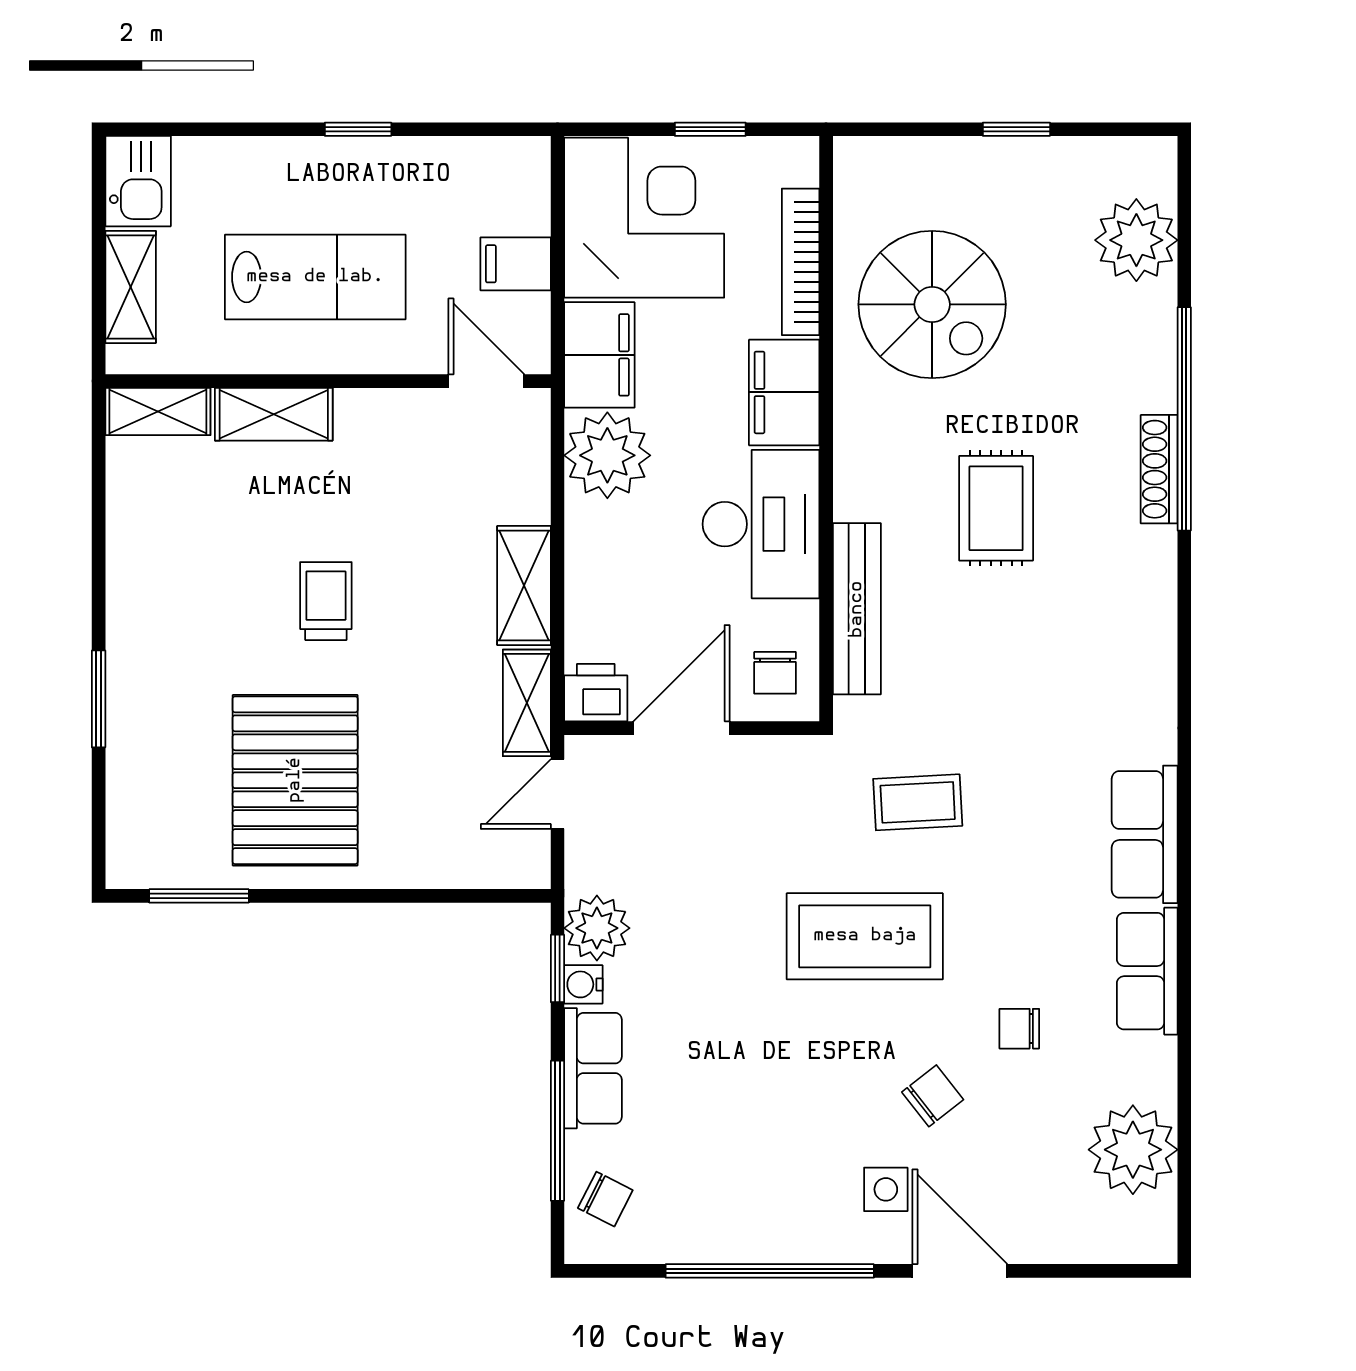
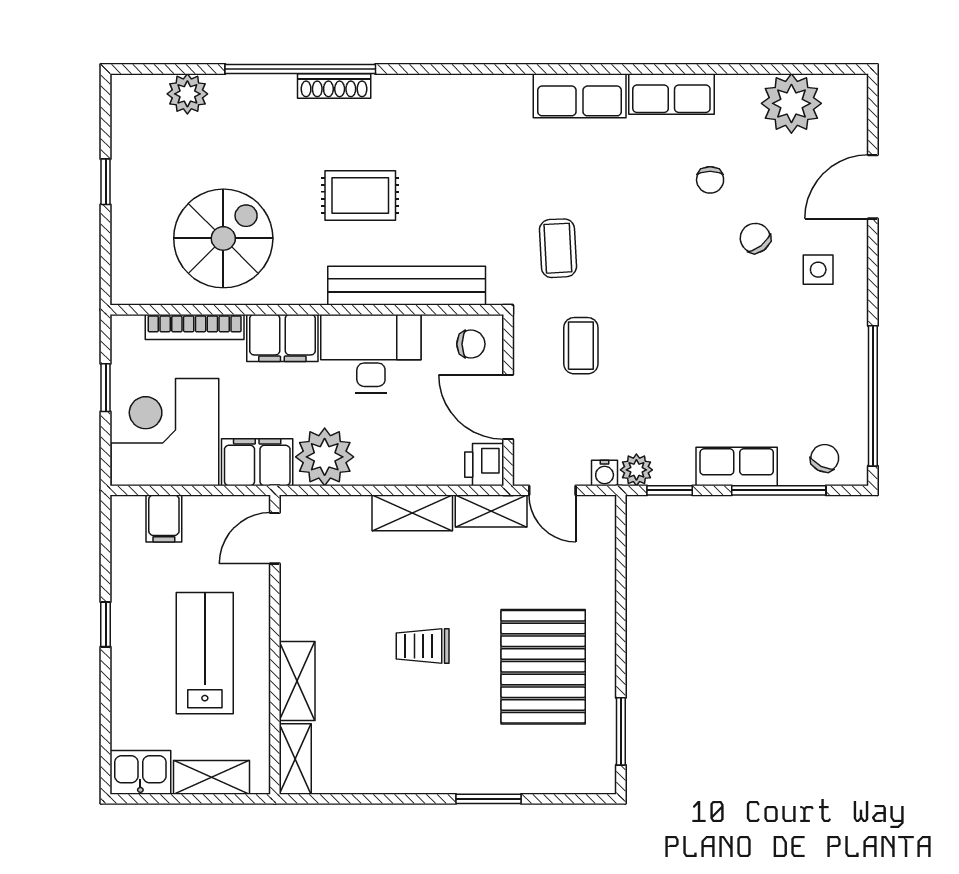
plant: (1136, 240) -> (187, 94), width x0.73, depth x0.73
filing cabinet: (516, 264) -> (164, 519), moved
bench: (857, 609) -> (407, 286), width x1.37, depth x1.21
pallet: (295, 780) -> (543, 667), turned 90
plant: (597, 928) -> (636, 470), width x0.73, depth x0.73
coffee table: (865, 936) -> (581, 346), moved, width x0.54, depth x0.58
water cooler: (583, 984) -> (605, 473), moved
window: (770, 1271) -> (873, 396), moved
door: (960, 1271) -> (873, 187), moved

